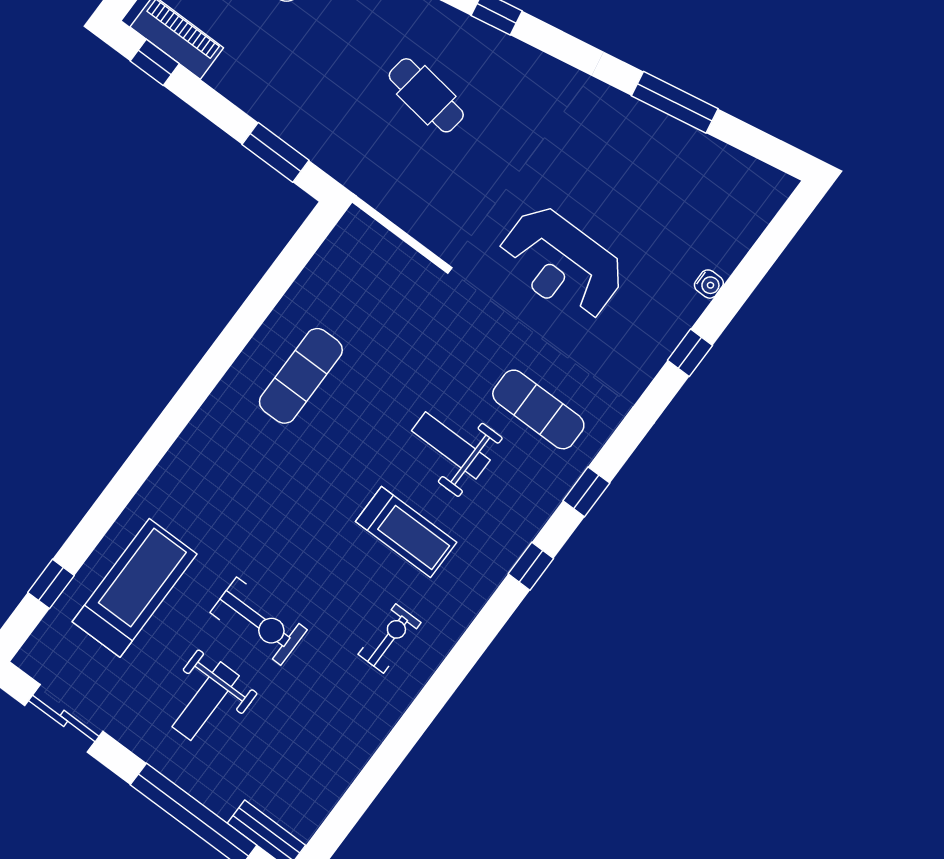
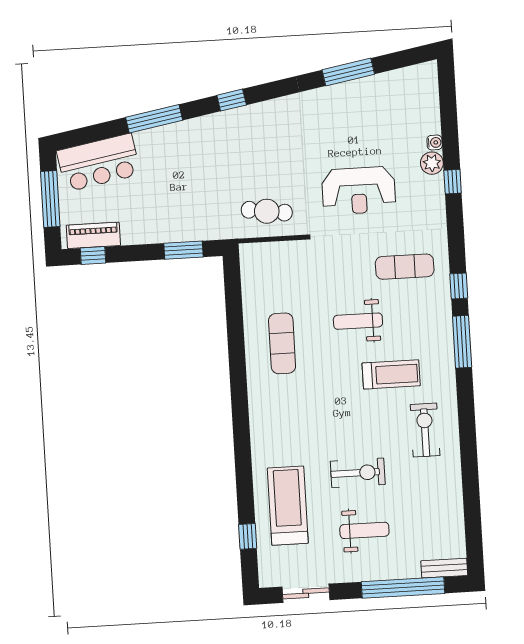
cafe table: (426, 95) -> (267, 211), moved
plant: (683, 307) -> (432, 163), added
weight bench: (451, 445) -> (358, 321), moved
window: (531, 566) -> (462, 342), width x2.17
exercise bike: (390, 638) -> (425, 430), width x1.38, depth x1.39
weight bench: (206, 701) -> (364, 530), turned -90

